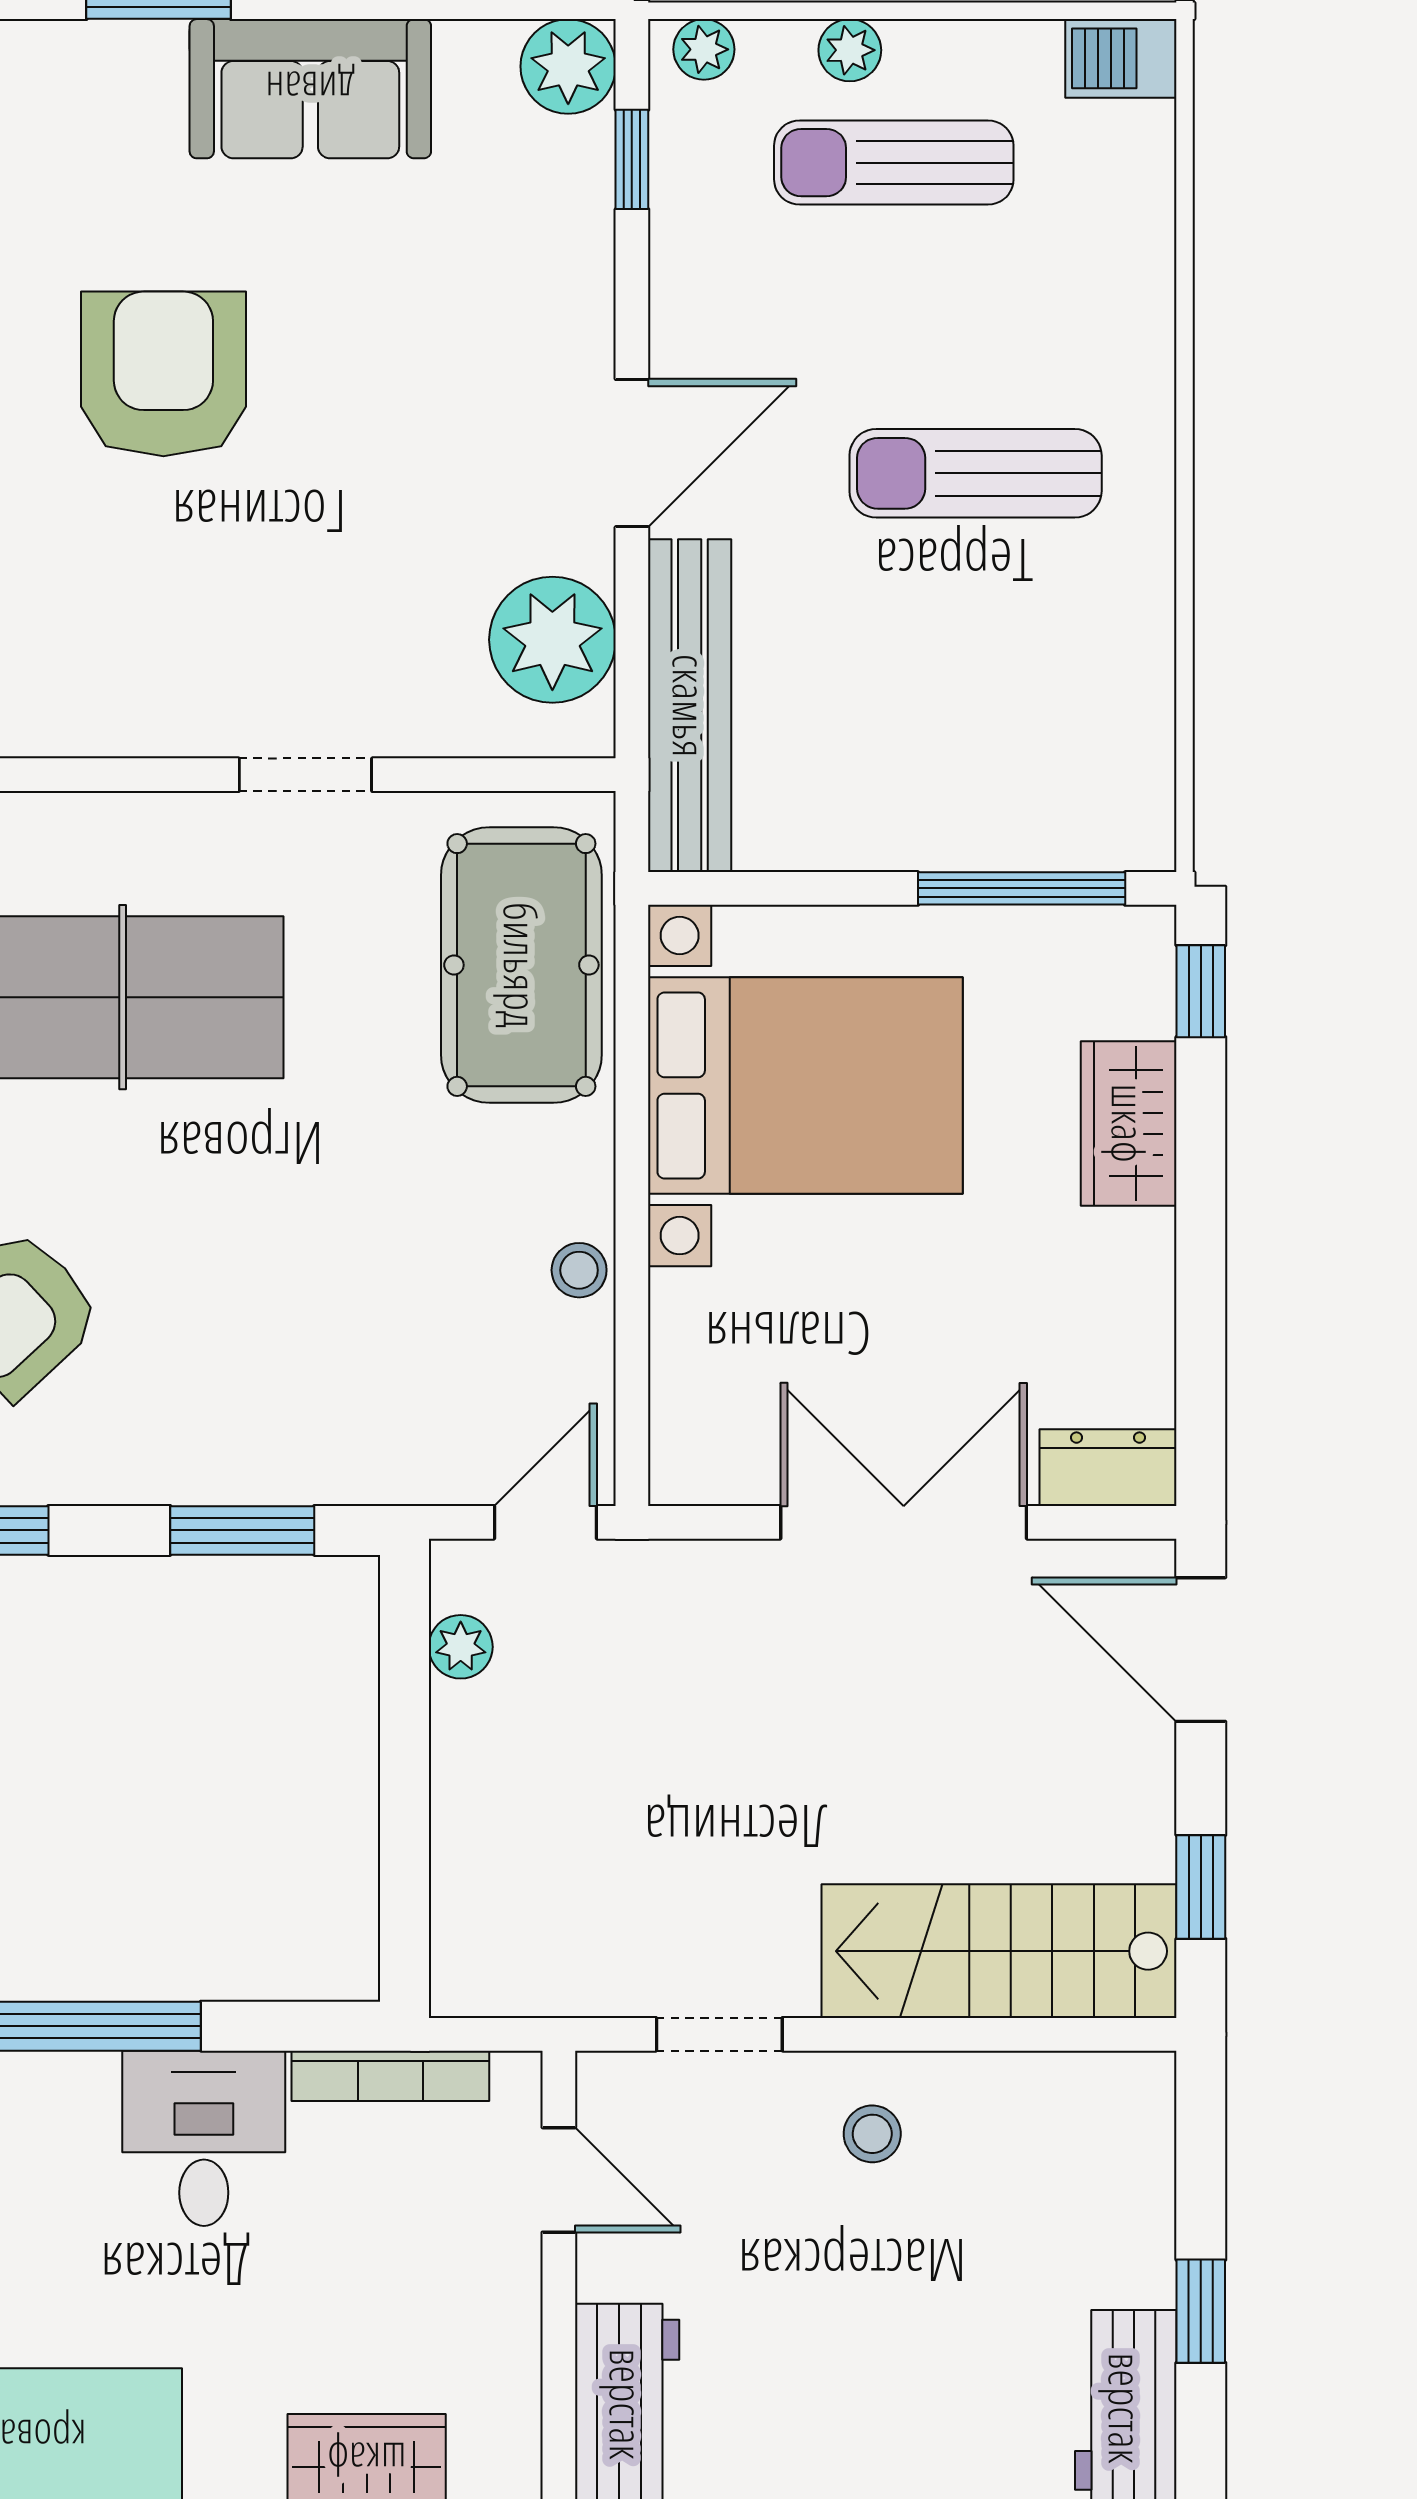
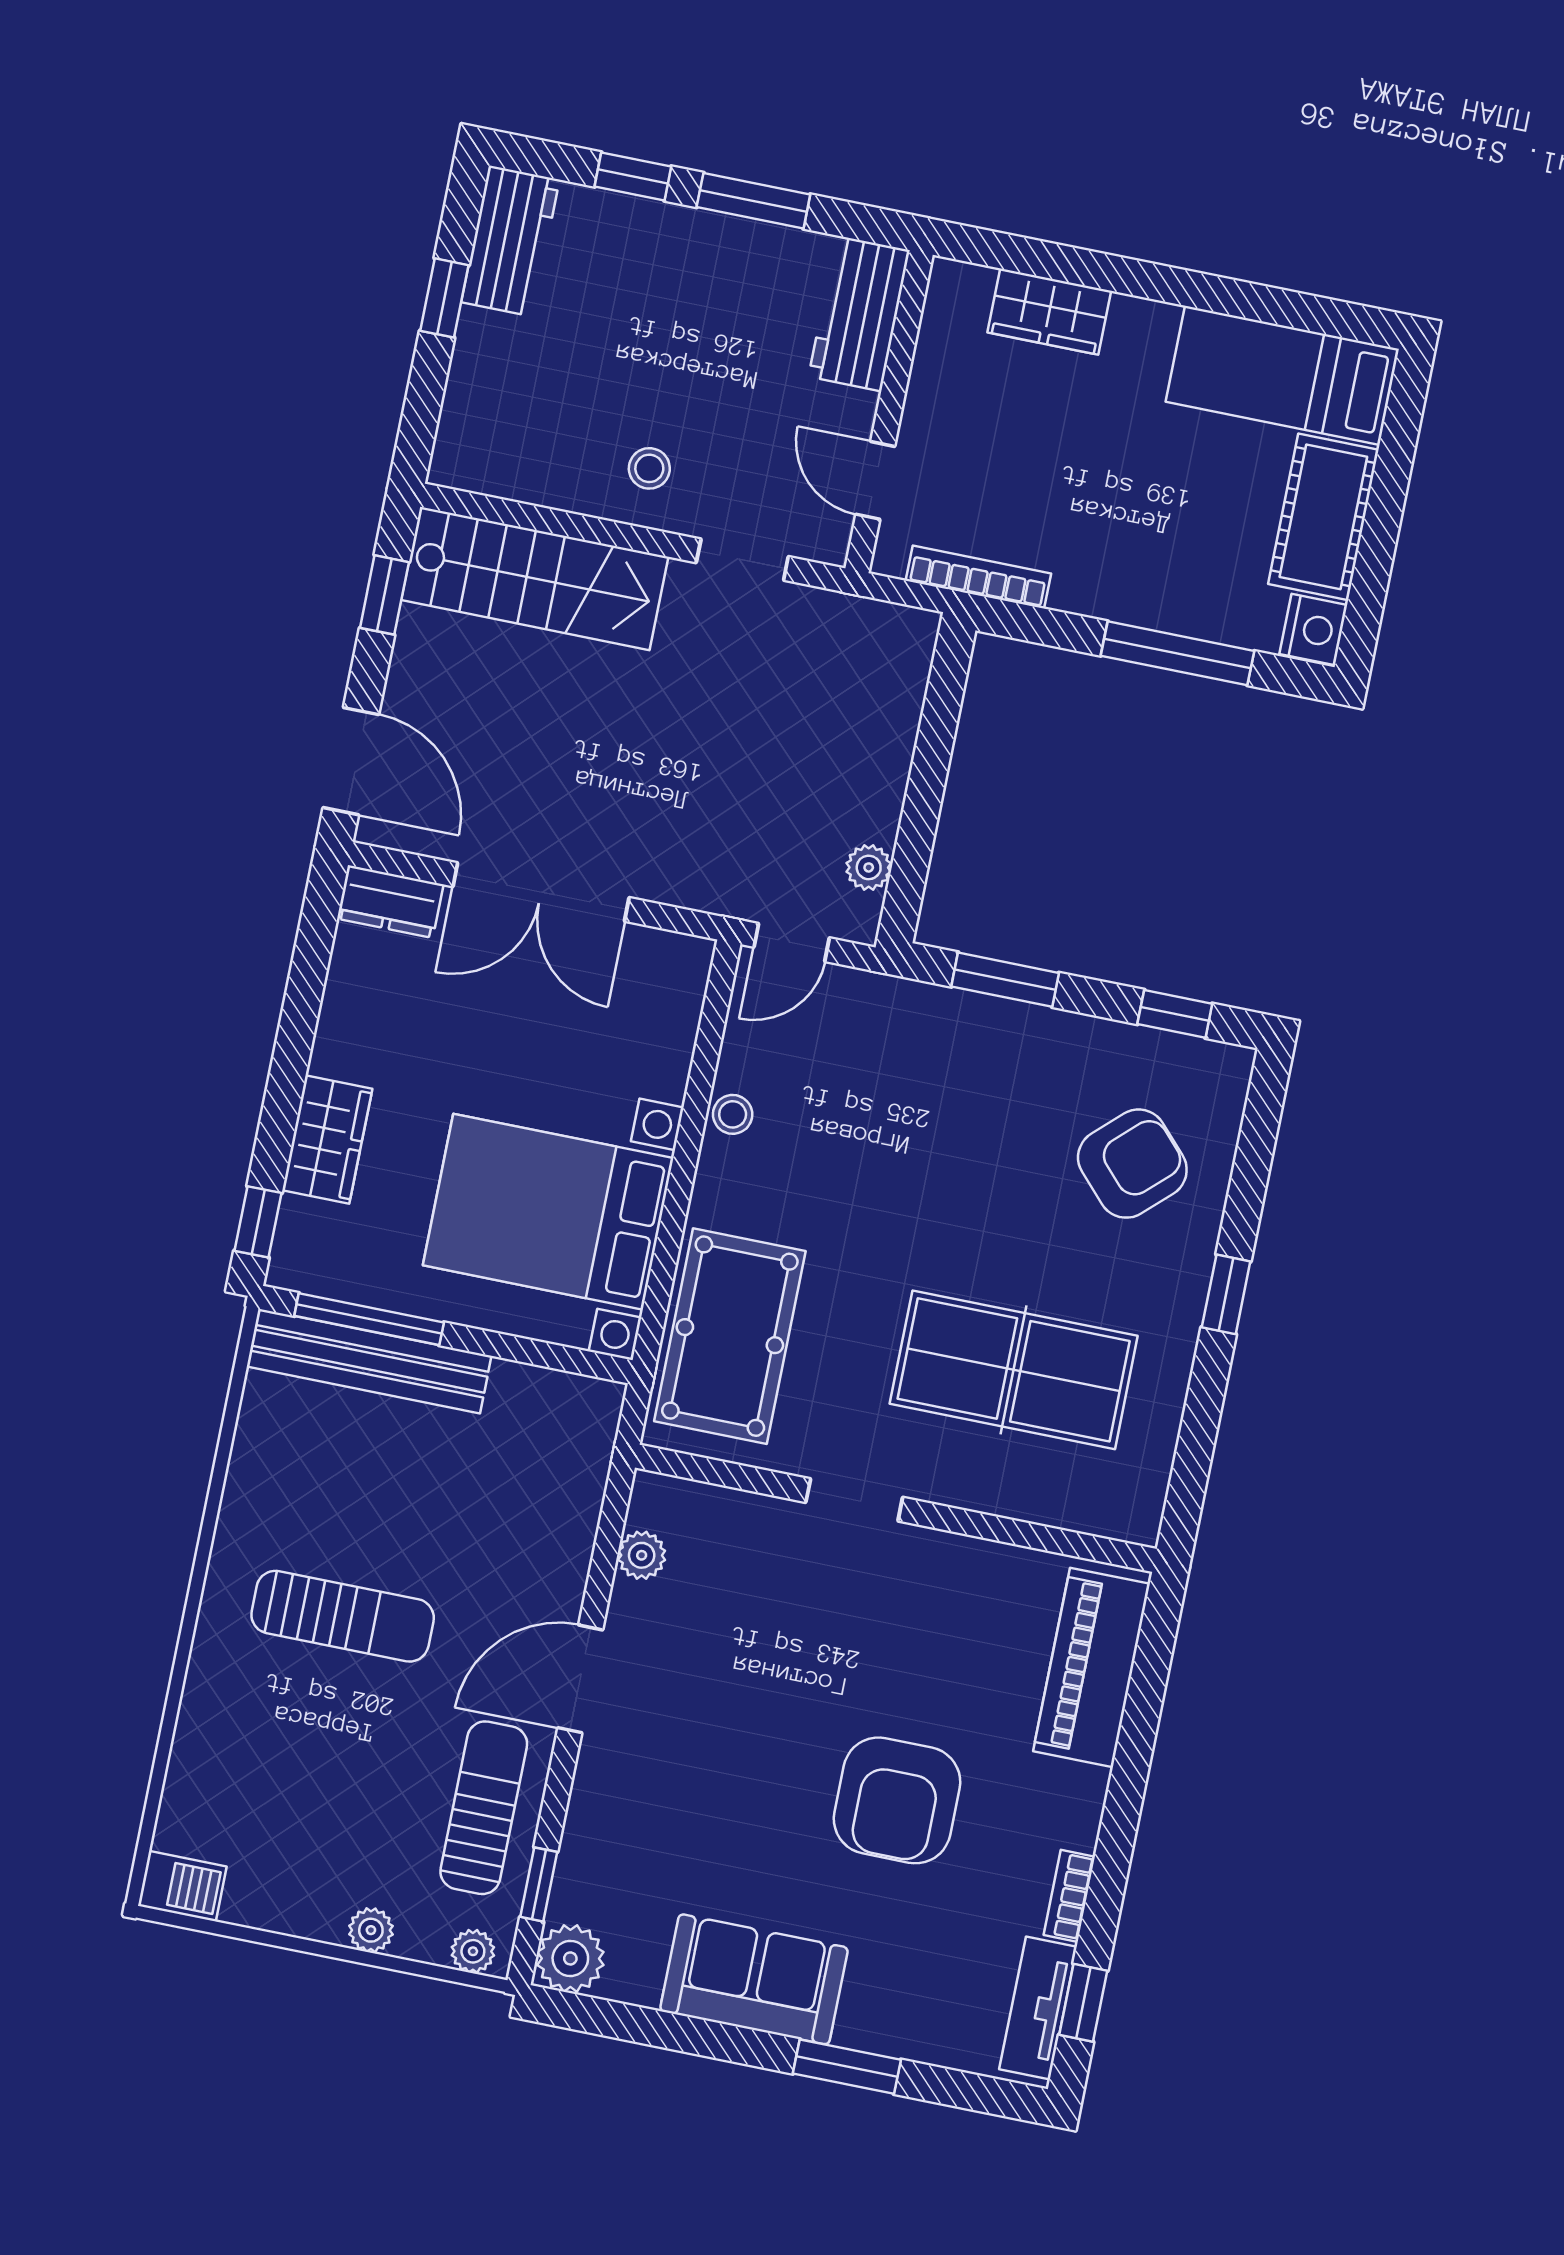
sun lounger: (894, 163) -> (484, 1808), moved, turned -90
plant: (552, 640) -> (642, 1555), width x0.53, depth x0.53
bench: (690, 706) -> (369, 1361), moved, turned 90
desk: (204, 2138) -> (1118, 560), removed

